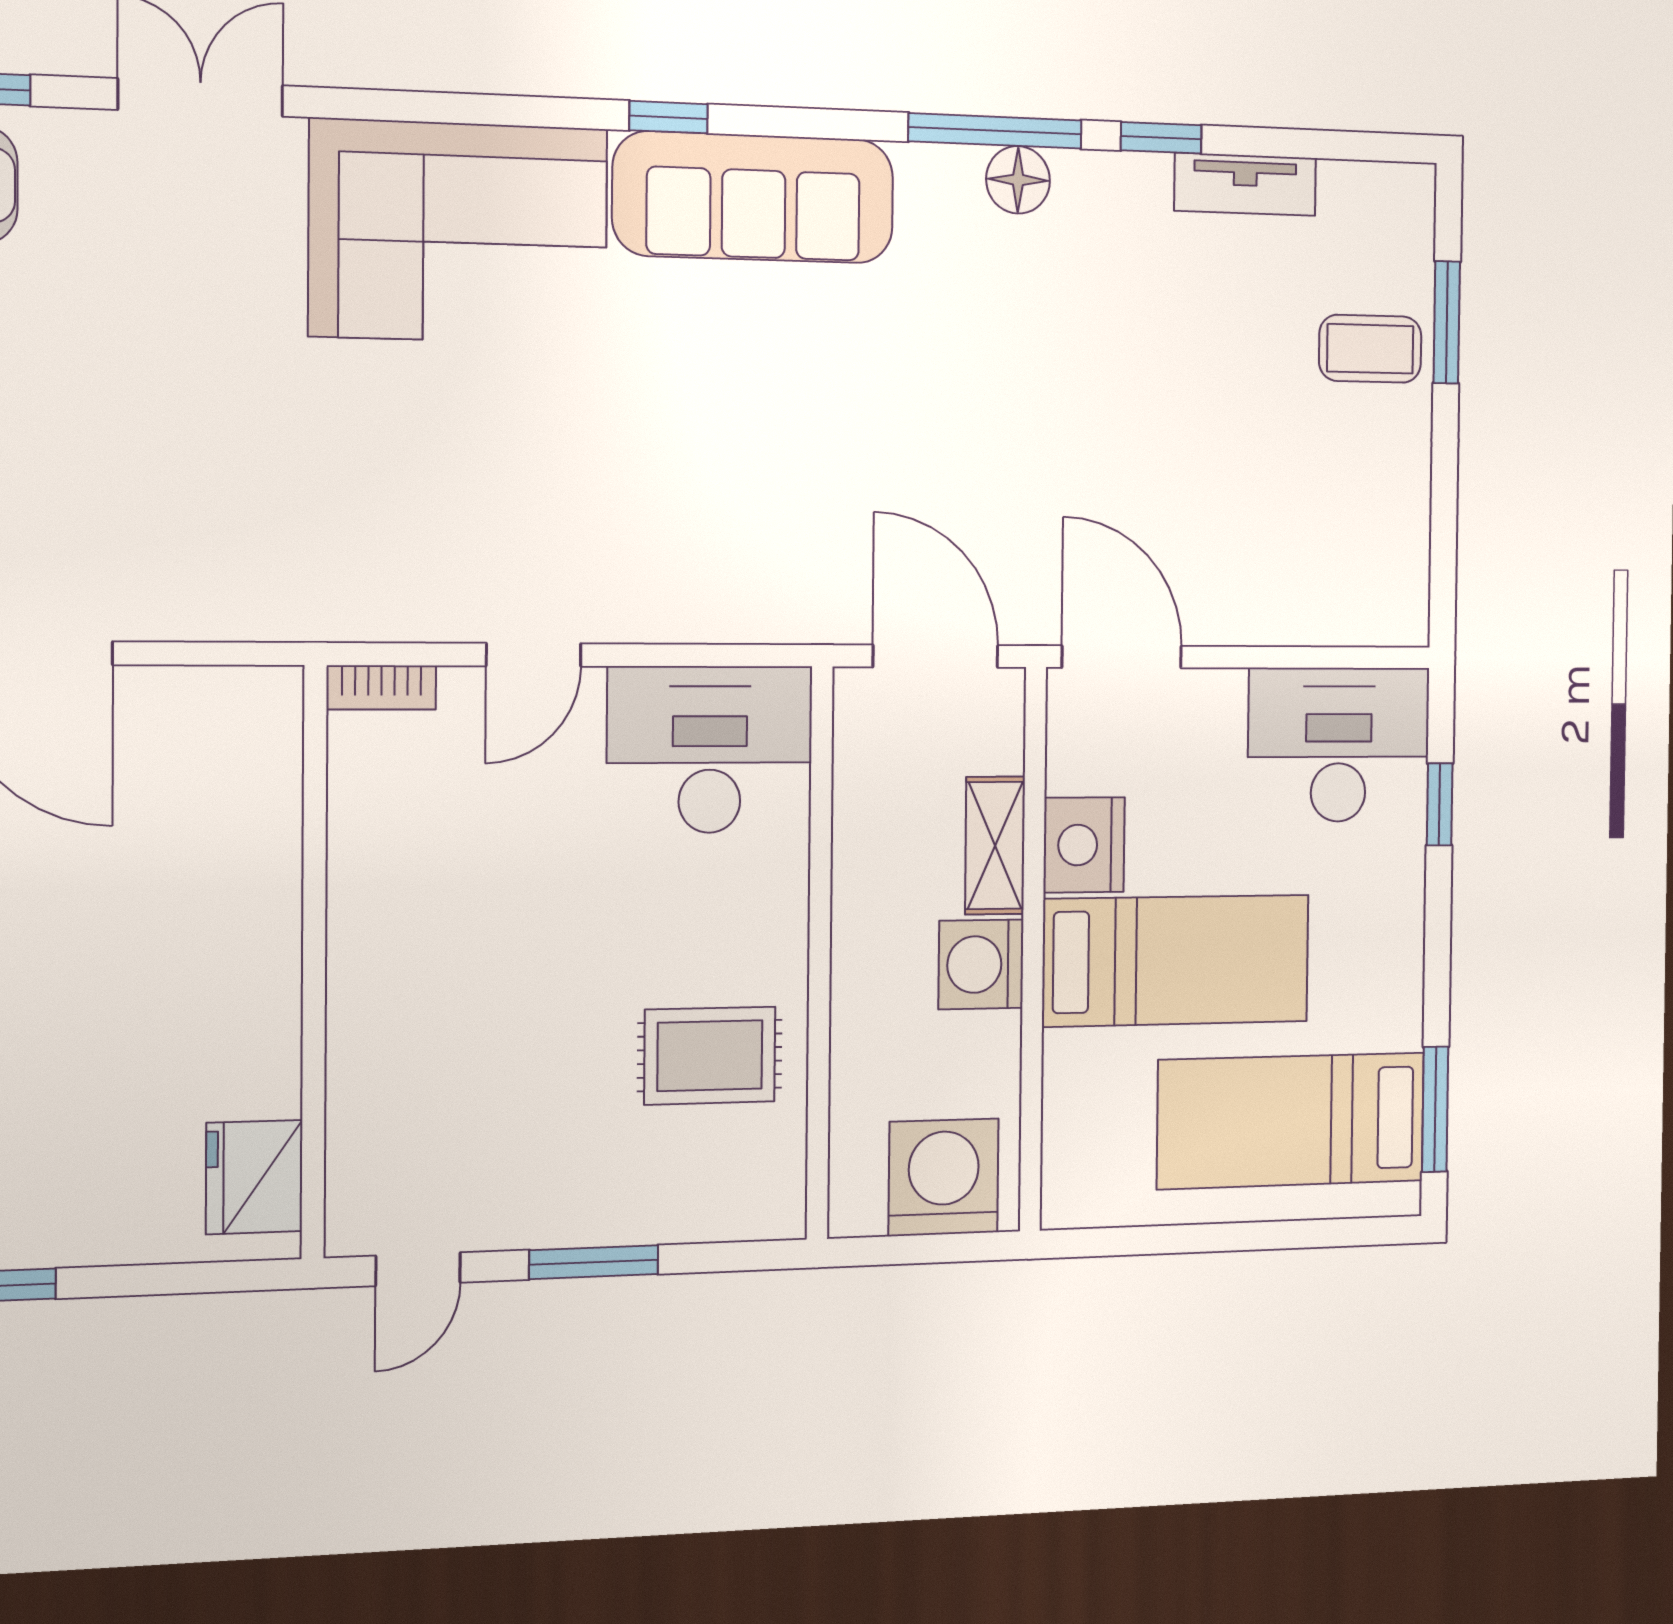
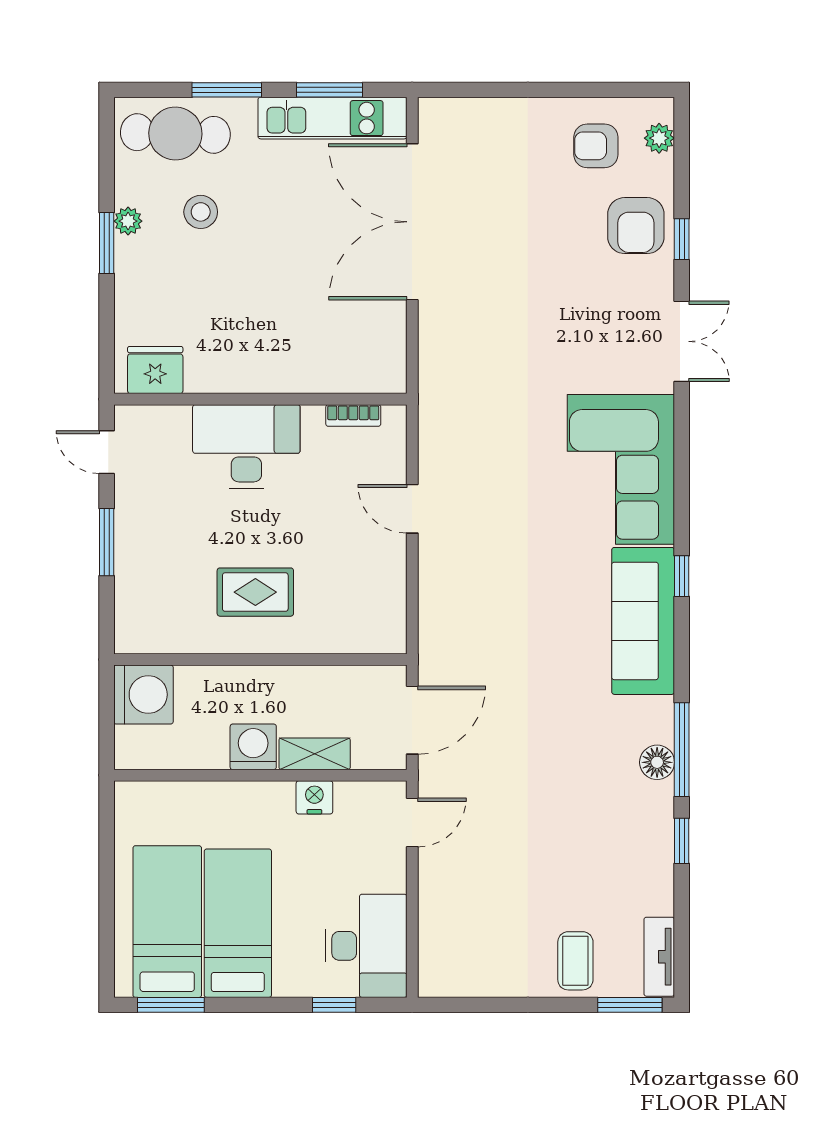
tv unit: (1245, 184) -> (659, 957), moved
window: (1447, 322) -> (630, 1005), moved
door: (1122, 657) -> (412, 823), width x0.73
bookcase: (381, 687) -> (353, 415), moved, turned -90
desk: (710, 750) -> (246, 447), moved, turned -90
nightstand: (1084, 845) -> (314, 797), width x0.74, depth x0.75
bed: (1176, 960) -> (238, 923), moved, turned 180
rug: (710, 1056) -> (255, 592), moved, turned 90
washing machine: (944, 1177) -> (143, 695), moved

